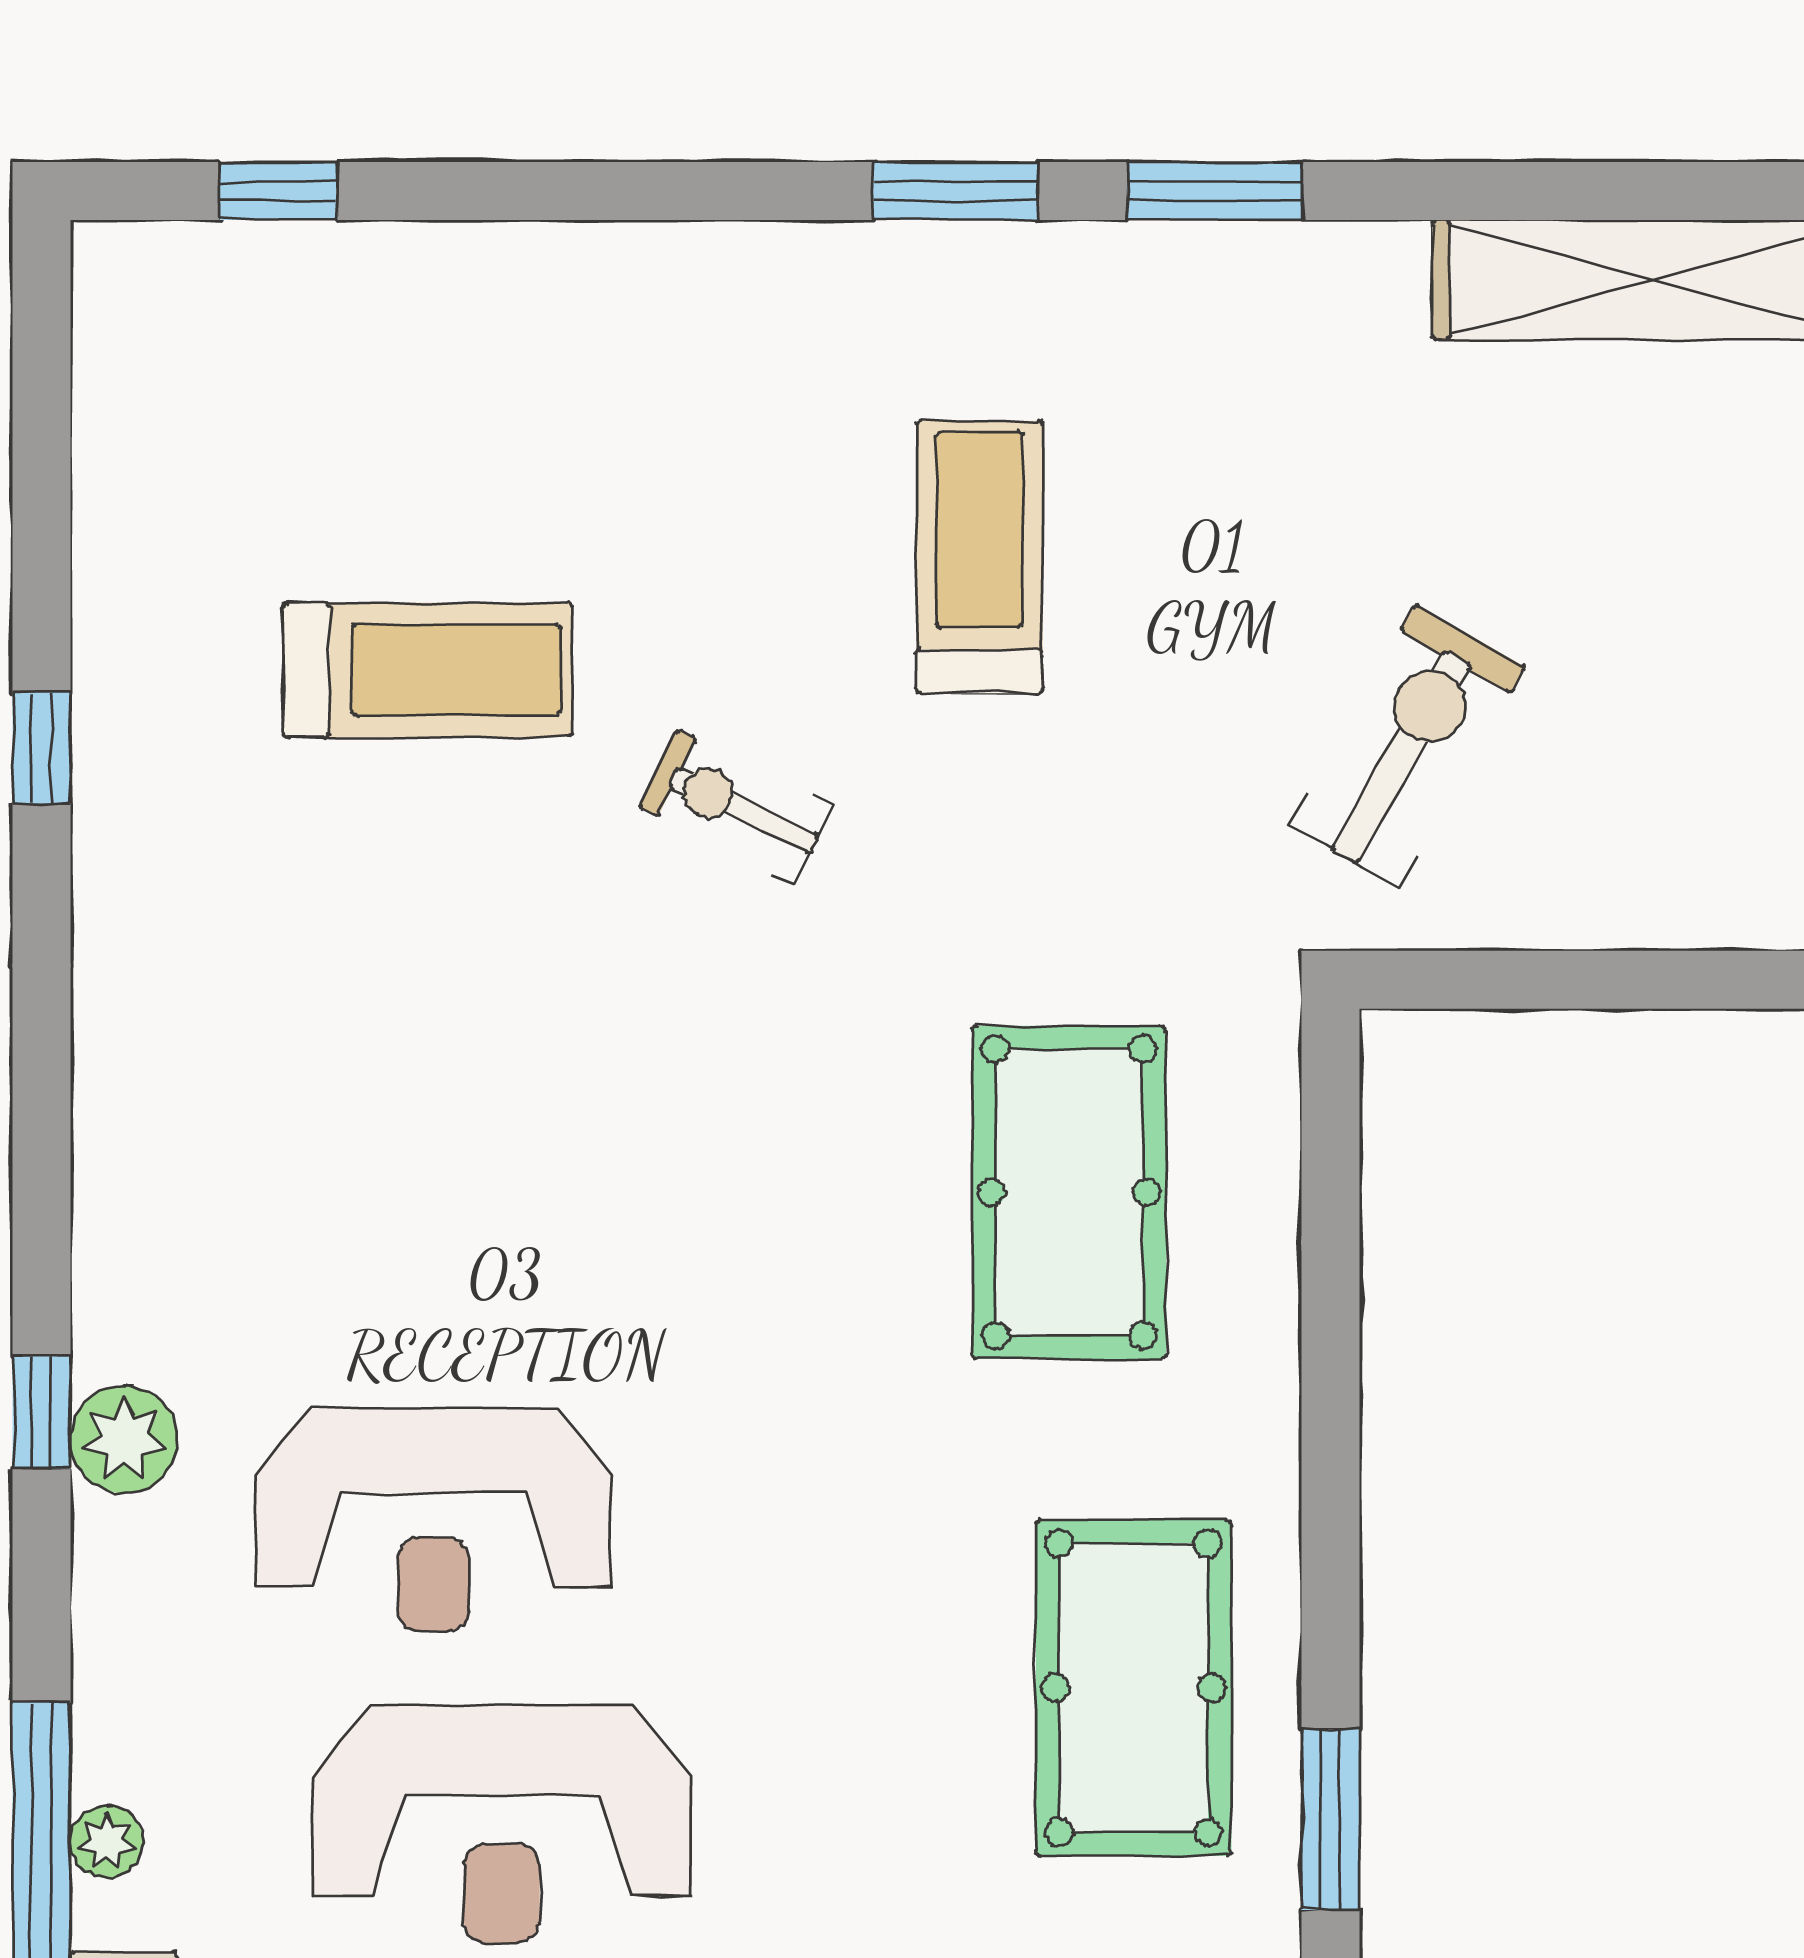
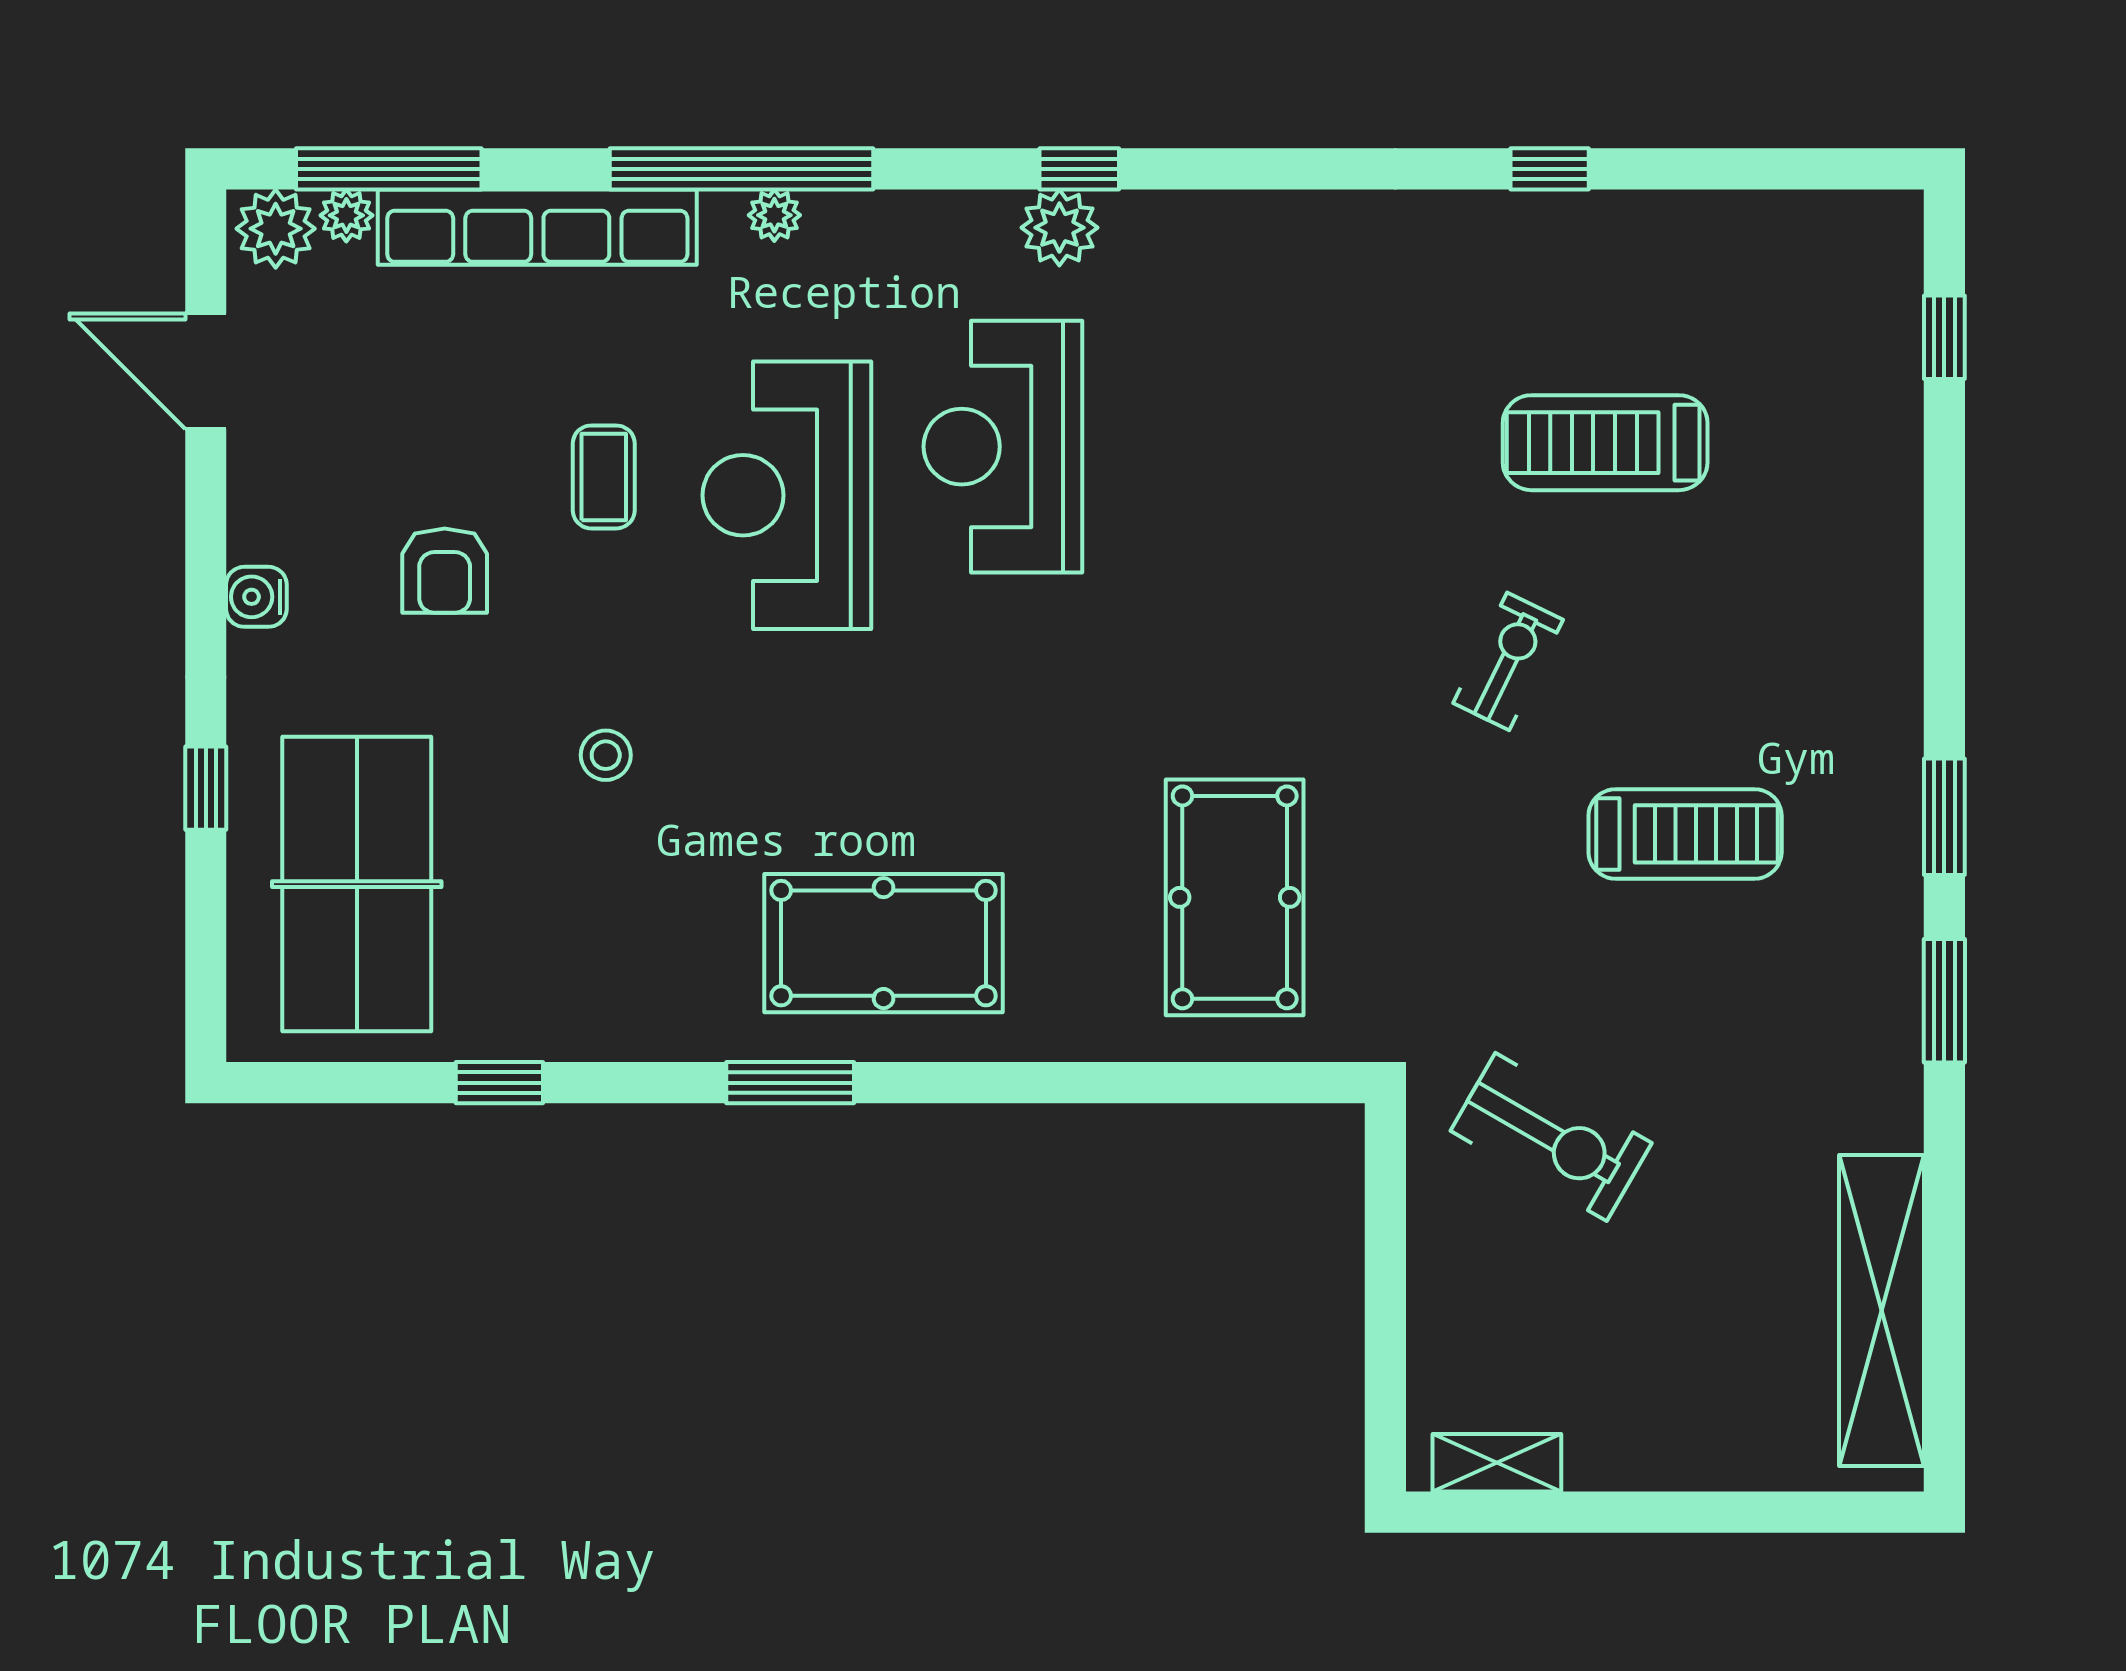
treadmill: (428, 670) -> (1605, 443), turned 90
pool table: (1069, 1192) -> (1235, 897), turned 90

